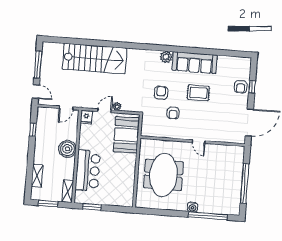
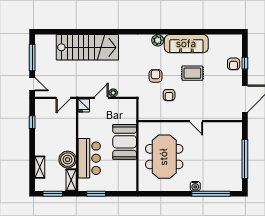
booth: (126, 135) -> (125, 142), moved
boiler: (67, 149) -> (68, 160), moved

